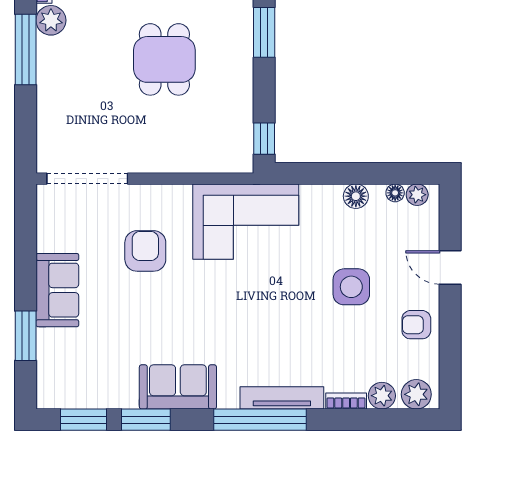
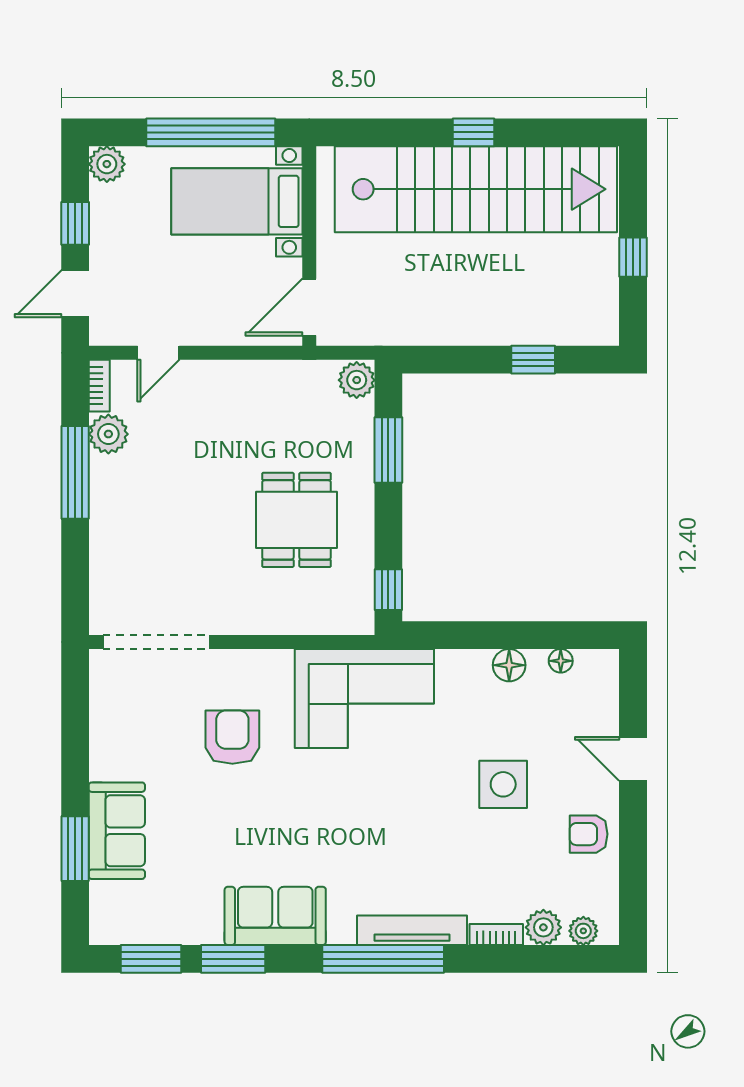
dining table: (164, 59) -> (297, 520), moved
plant: (417, 195) -> (590, 663), removed
sofa: (57, 290) -> (117, 831), moved
plant: (416, 394) -> (583, 931), width x0.73, depth x0.73

